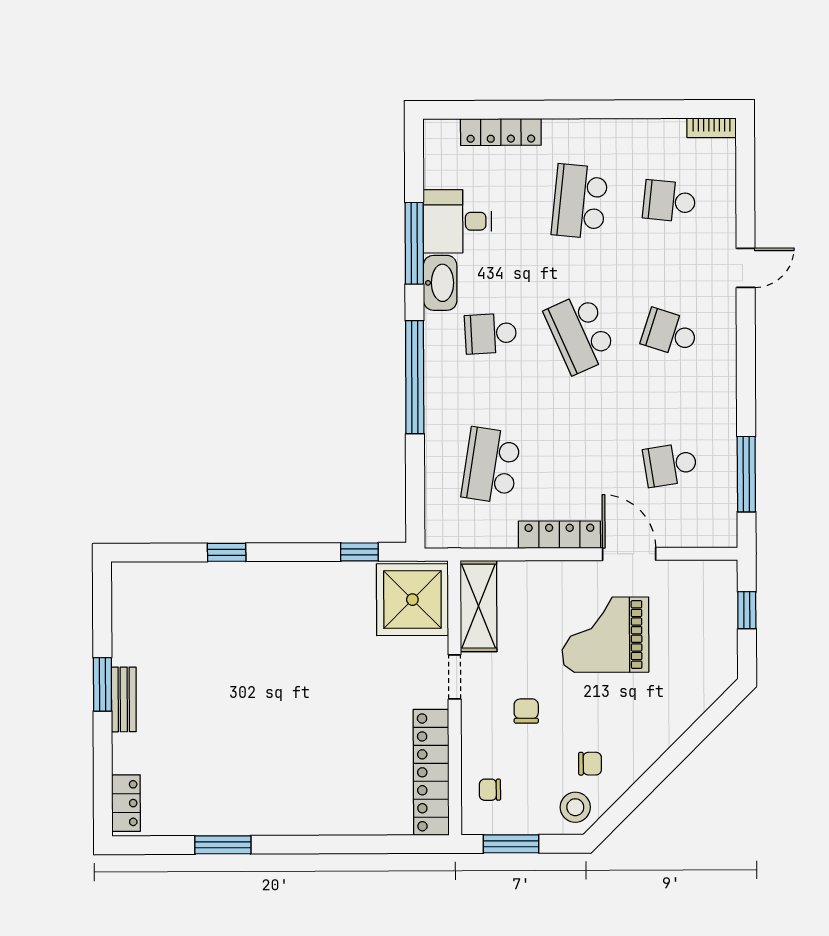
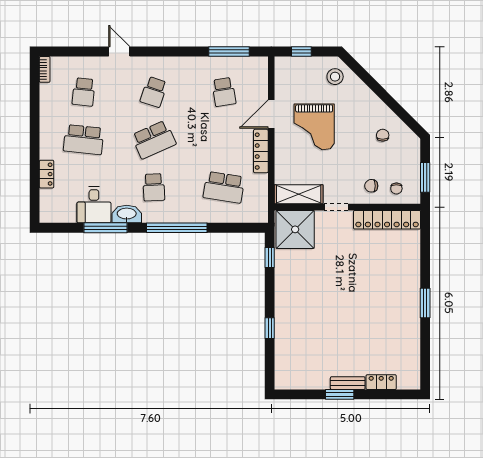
locker: (501, 132) -> (47, 174), width x0.66
chair: (526, 711) -> (371, 186), moved
locker: (126, 803) -> (381, 382), moved
stool: (575, 807) -> (335, 77), moved
window: (223, 845) -> (425, 303), moved

